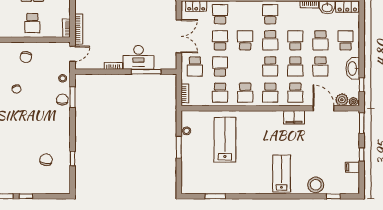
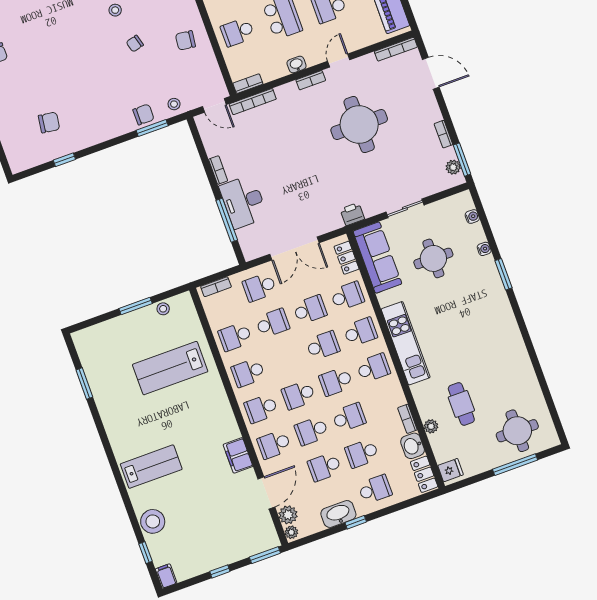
school desk: (245, 14) -> (360, 332), added
window: (362, 85) -> (356, 522), moved
lab bench: (225, 140) -> (170, 368), turned 180
filing cabinet: (352, 167) -> (166, 576), moved

